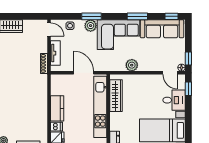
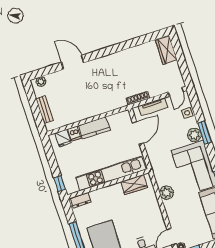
door: (84, 73) -> (138, 133), moved
wardrobe: (116, 96) -> (134, 185), width x0.67

